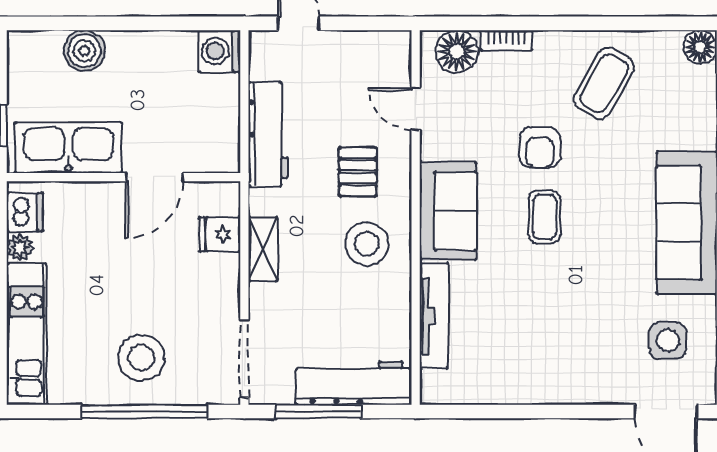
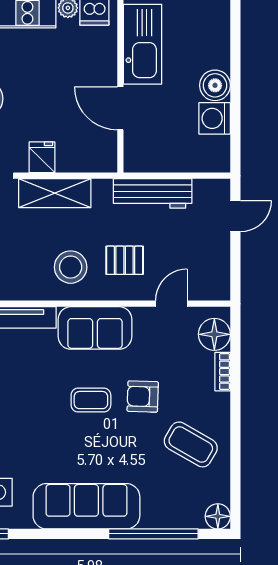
boiler: (84, 51) -> (215, 85), moved
washing machine: (219, 51) -> (215, 118), moved, turned -90
fridge: (220, 234) -> (42, 157), moved
shelving: (263, 249) -> (55, 193), width x1.50, depth x1.33

